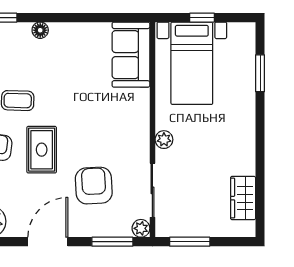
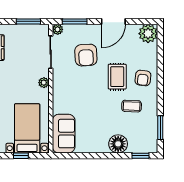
floor lamp: (40, 30) -> (118, 144), width x1.89, depth x1.89

